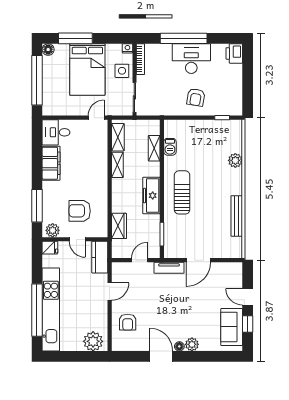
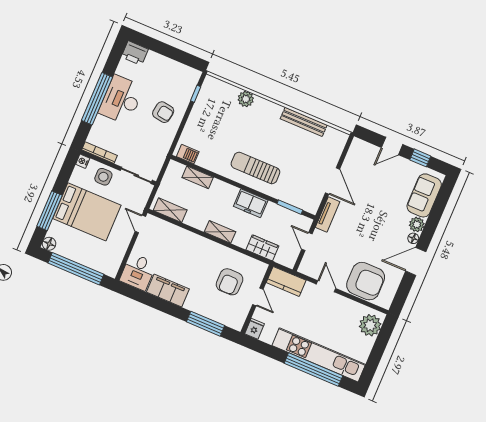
barbecue: (170, 147) -> (188, 154), moved
shelving: (117, 165) -> (220, 232), moved
freezer: (151, 196) -> (251, 203), width x0.71
plant: (53, 230) -> (238, 318), removed
door: (77, 239) -> (258, 297), hinge flipped
armchair: (128, 322) -> (366, 281), width x1.88, depth x1.88
sofa: (232, 327) -> (424, 195), moved, turned 90

